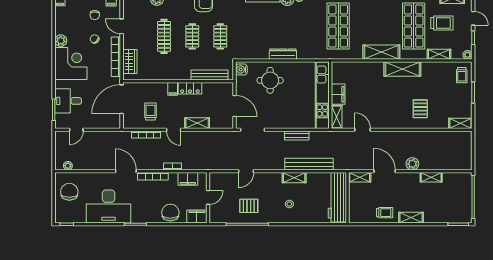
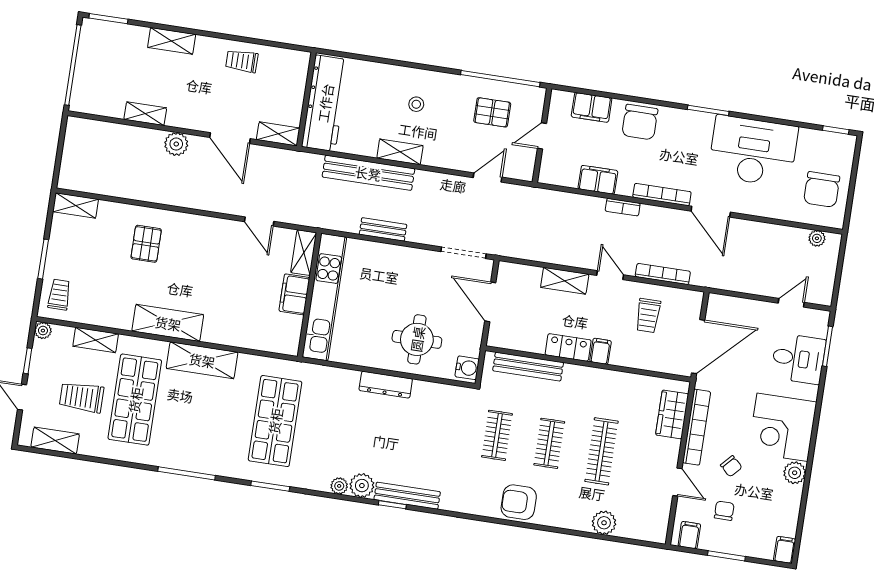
door: (208, 197) -> (542, 136), moved
wall: (208, 198) -> (542, 135), moved
shelving: (411, 218) -> (172, 41), moved

